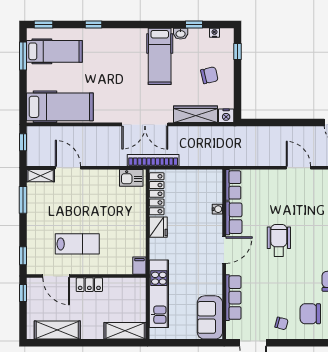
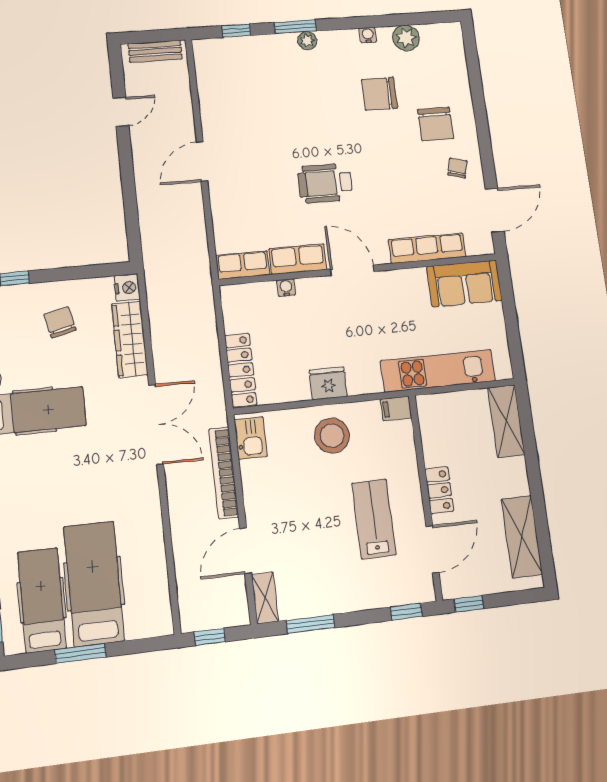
window: (23, 56) -> (80, 653), moved
hospital bed: (60, 107) -> (94, 584), moved
bookcase: (153, 160) -> (224, 473), moved
locker: (157, 194) -> (241, 370), moved, turned 90
stool: (128, 226) -> (332, 436), added

